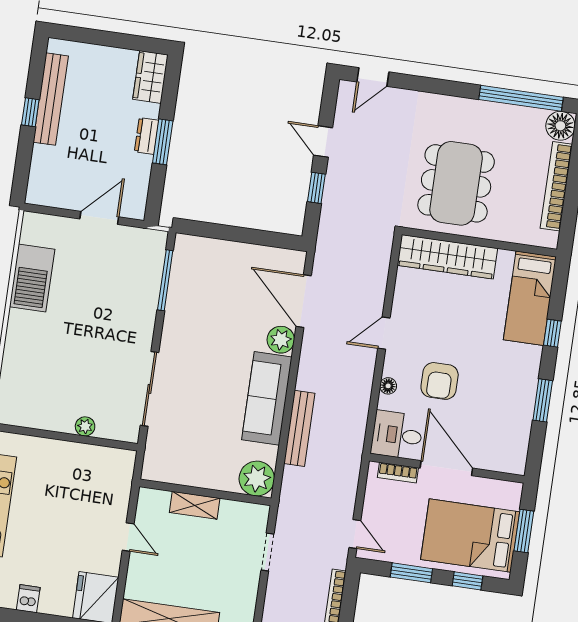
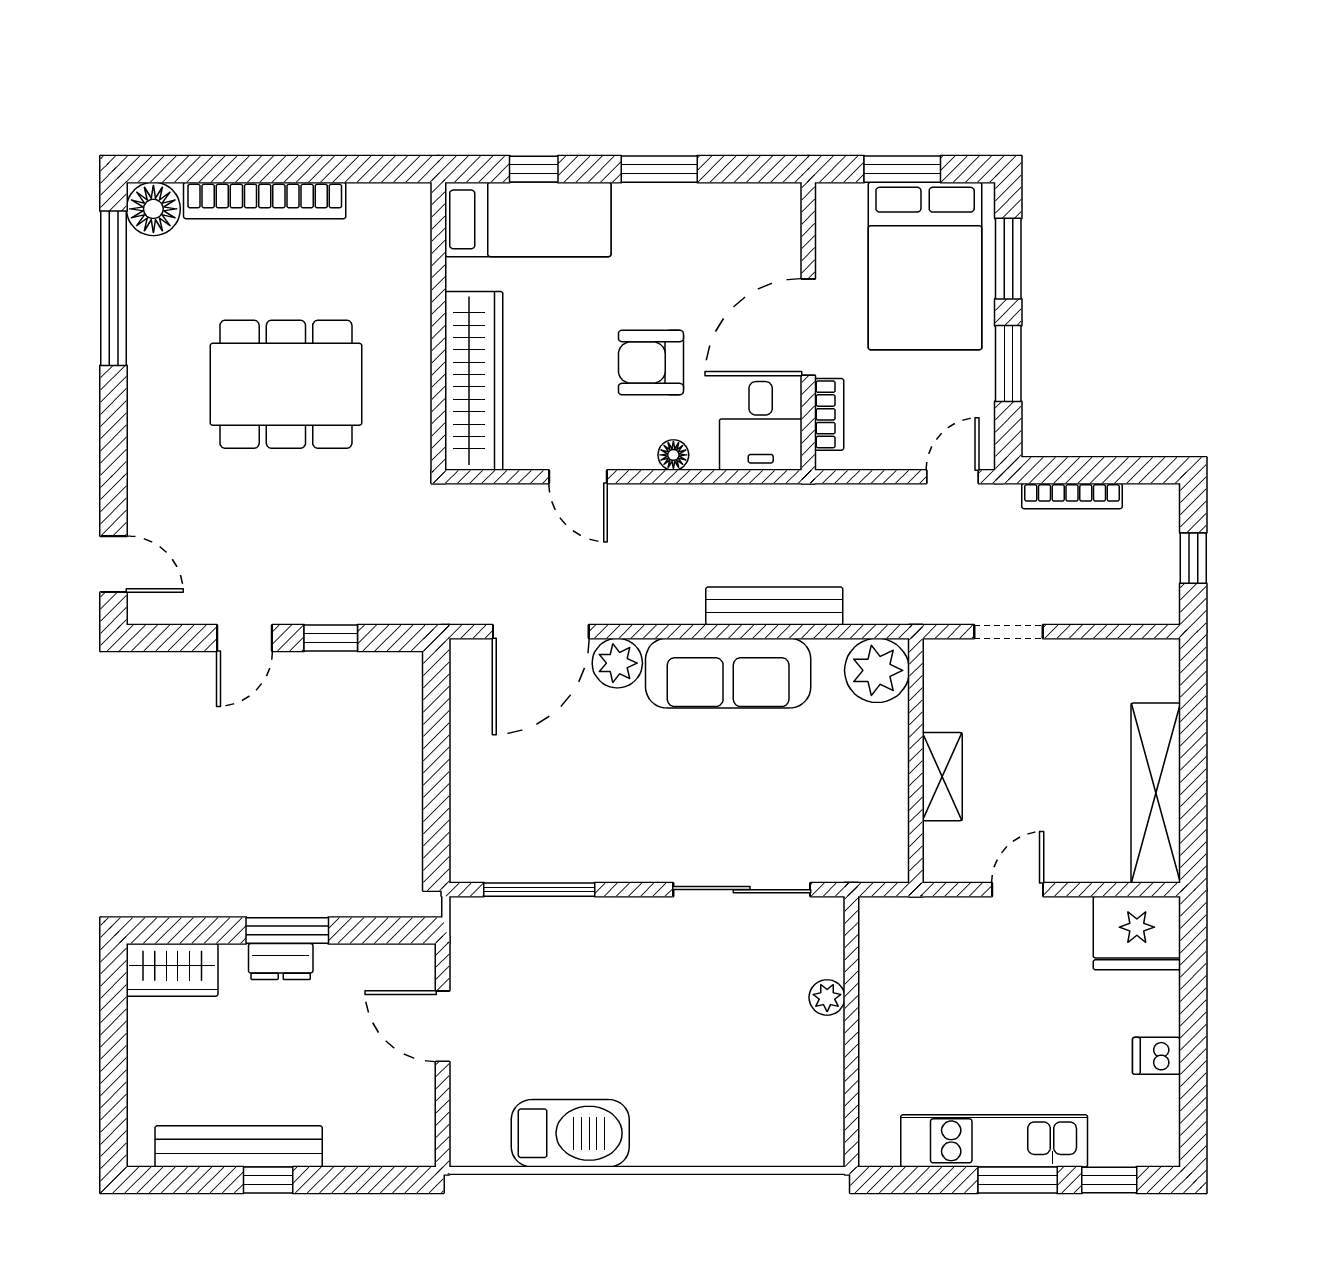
wall: (479, 242) -> (438, 326), moved
wardrobe: (447, 257) -> (474, 381), moved
bed: (530, 298) -> (528, 219), moved
armchair: (440, 381) -> (651, 363), turned 180
window: (468, 581) -> (1008, 259), width x1.50

